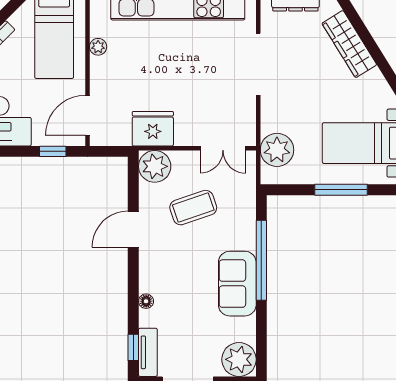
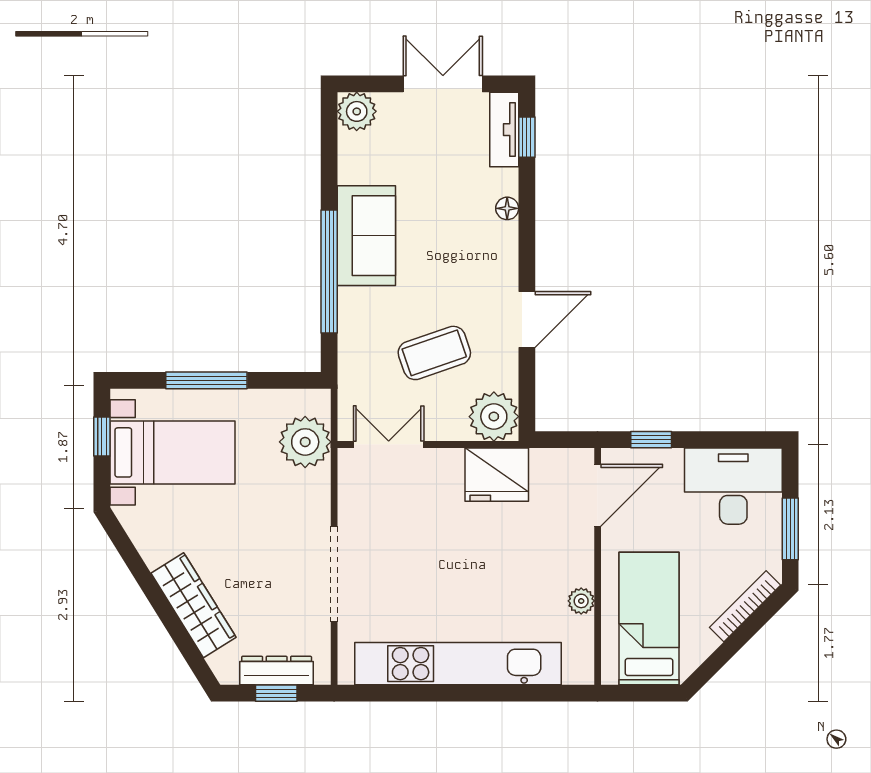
plant: (239, 359) -> (357, 111), width x0.73, depth x0.73

